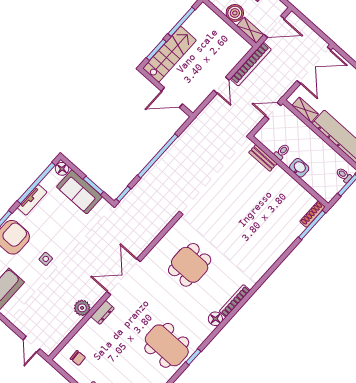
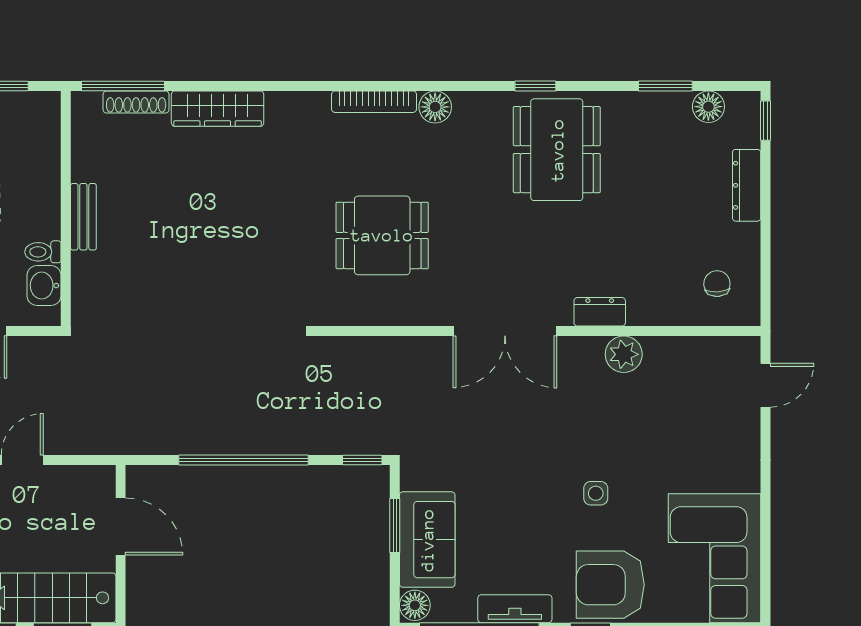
bench: (263, 158) -> (83, 217), moved
washbasin: (299, 168) -> (44, 286), moved
shoe rack: (312, 214) -> (136, 102), moved
wardrobe: (278, 249) -> (218, 109), added

